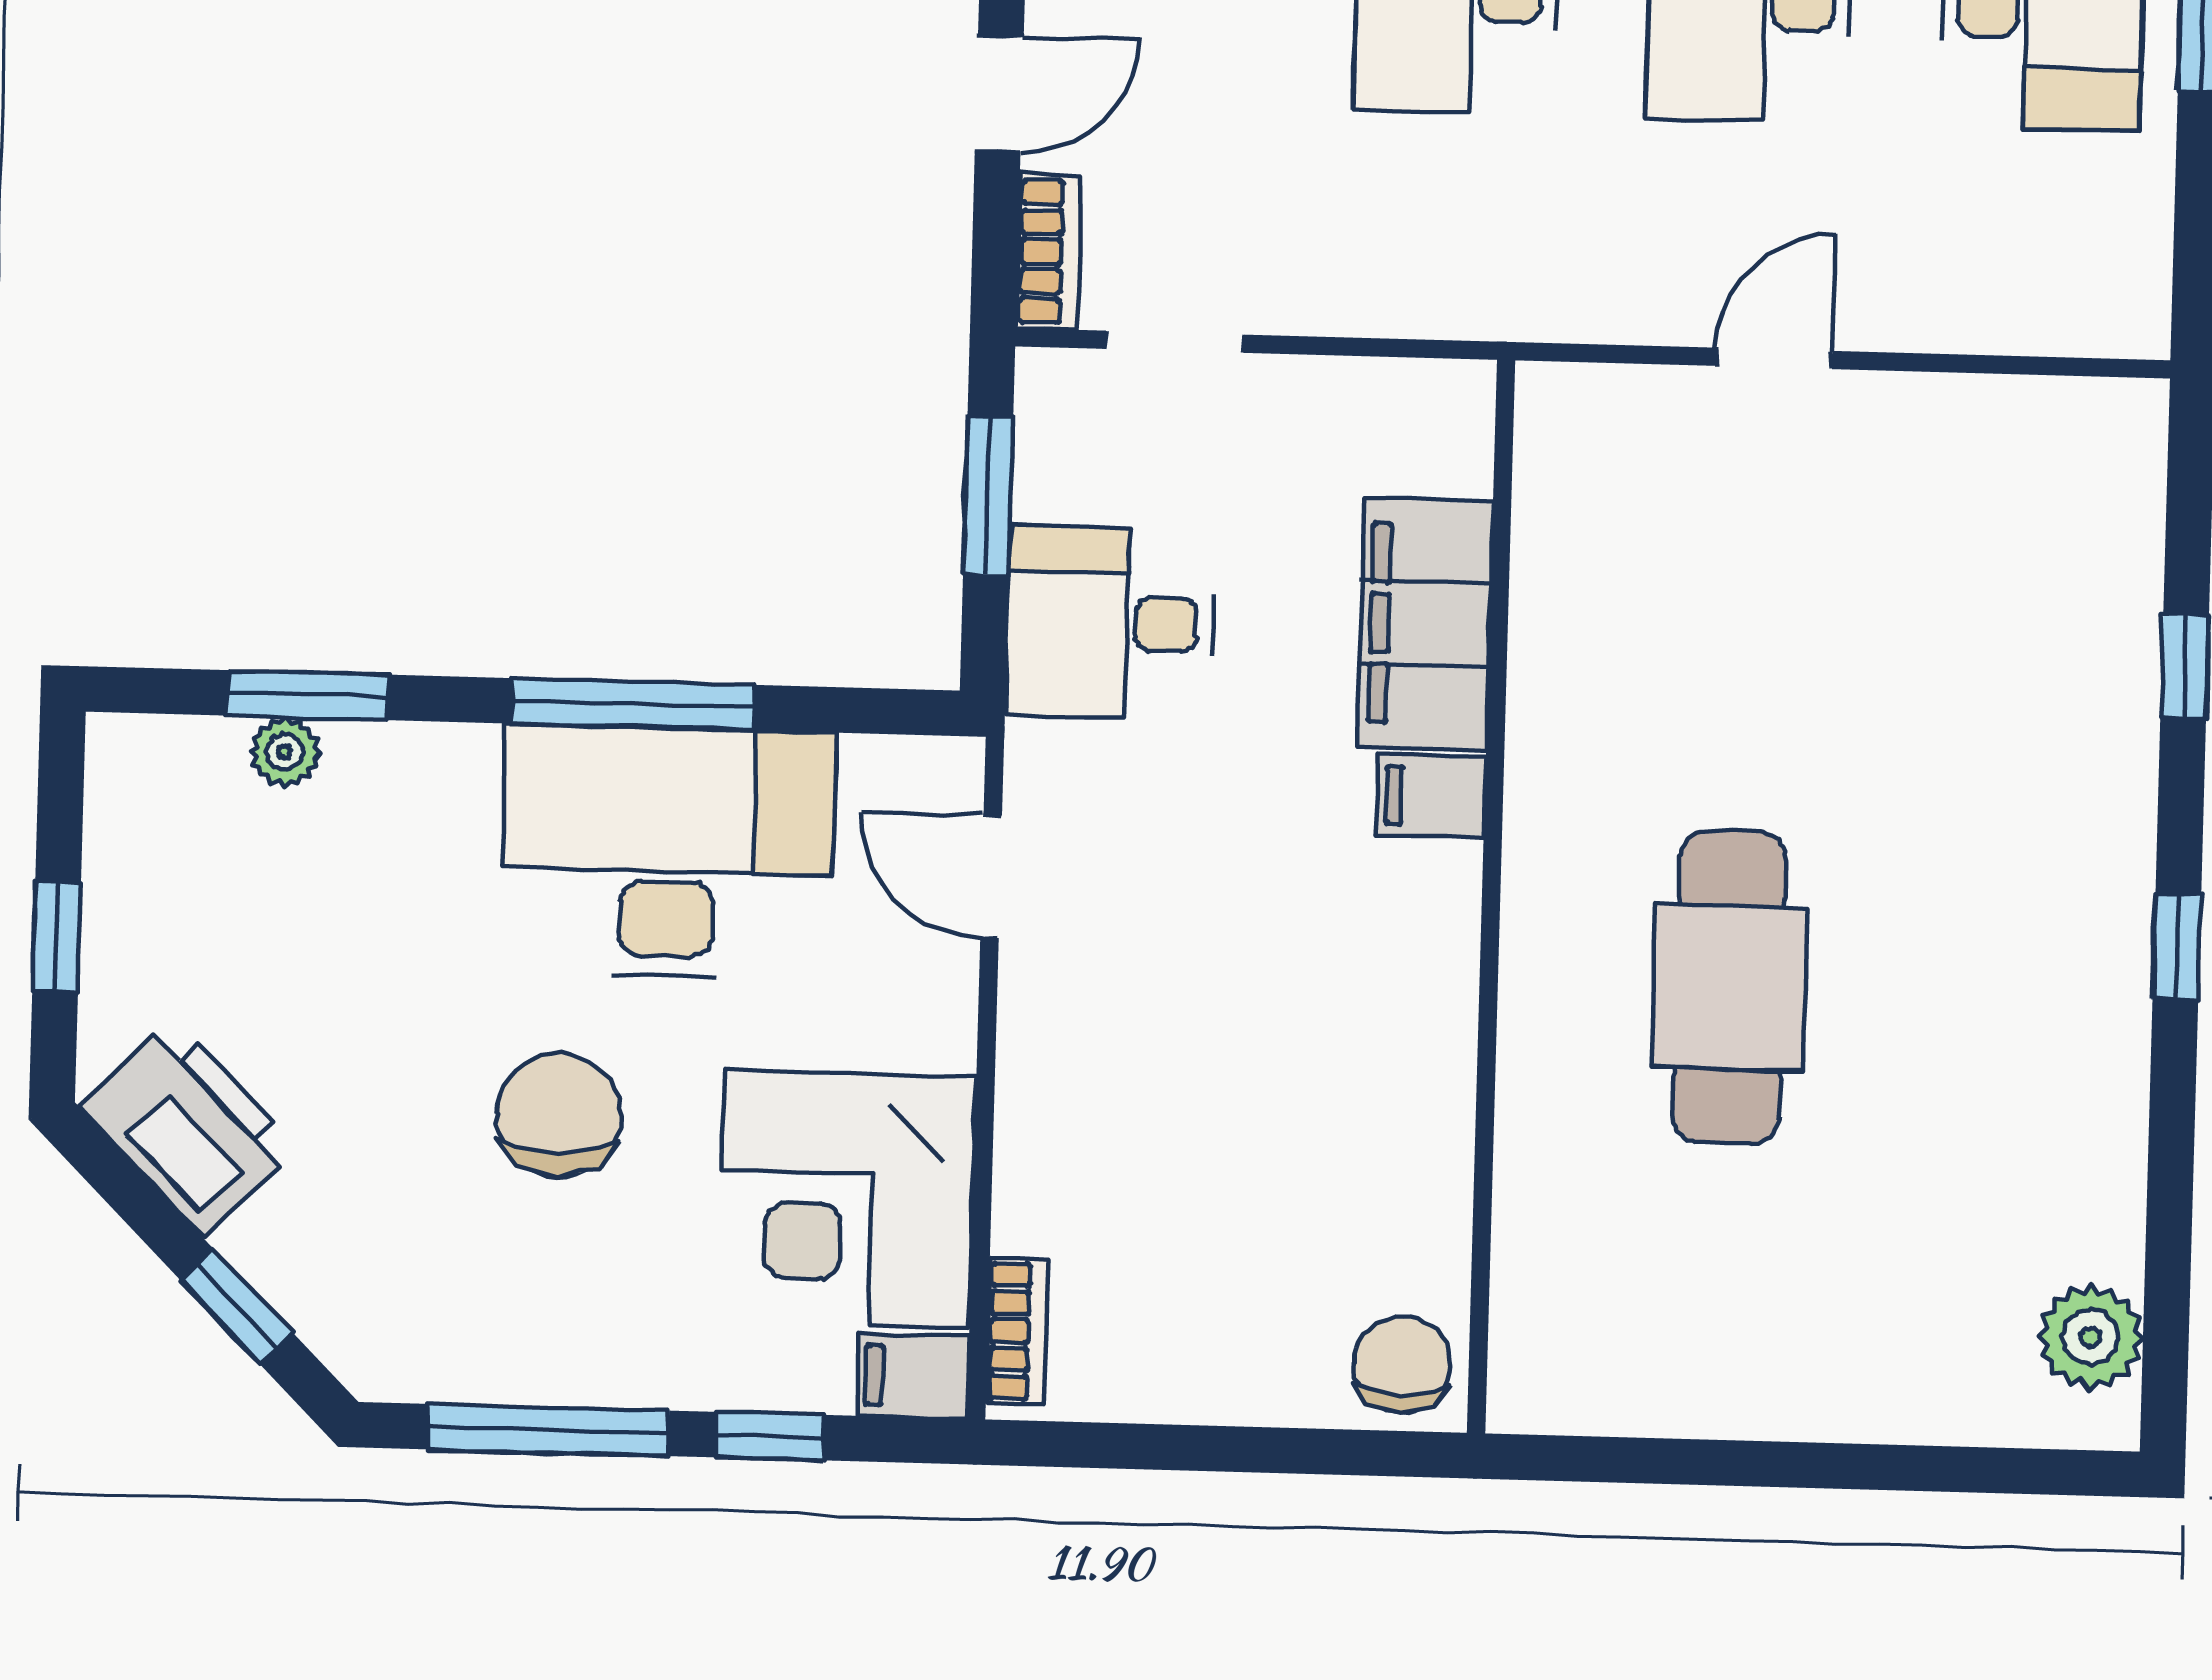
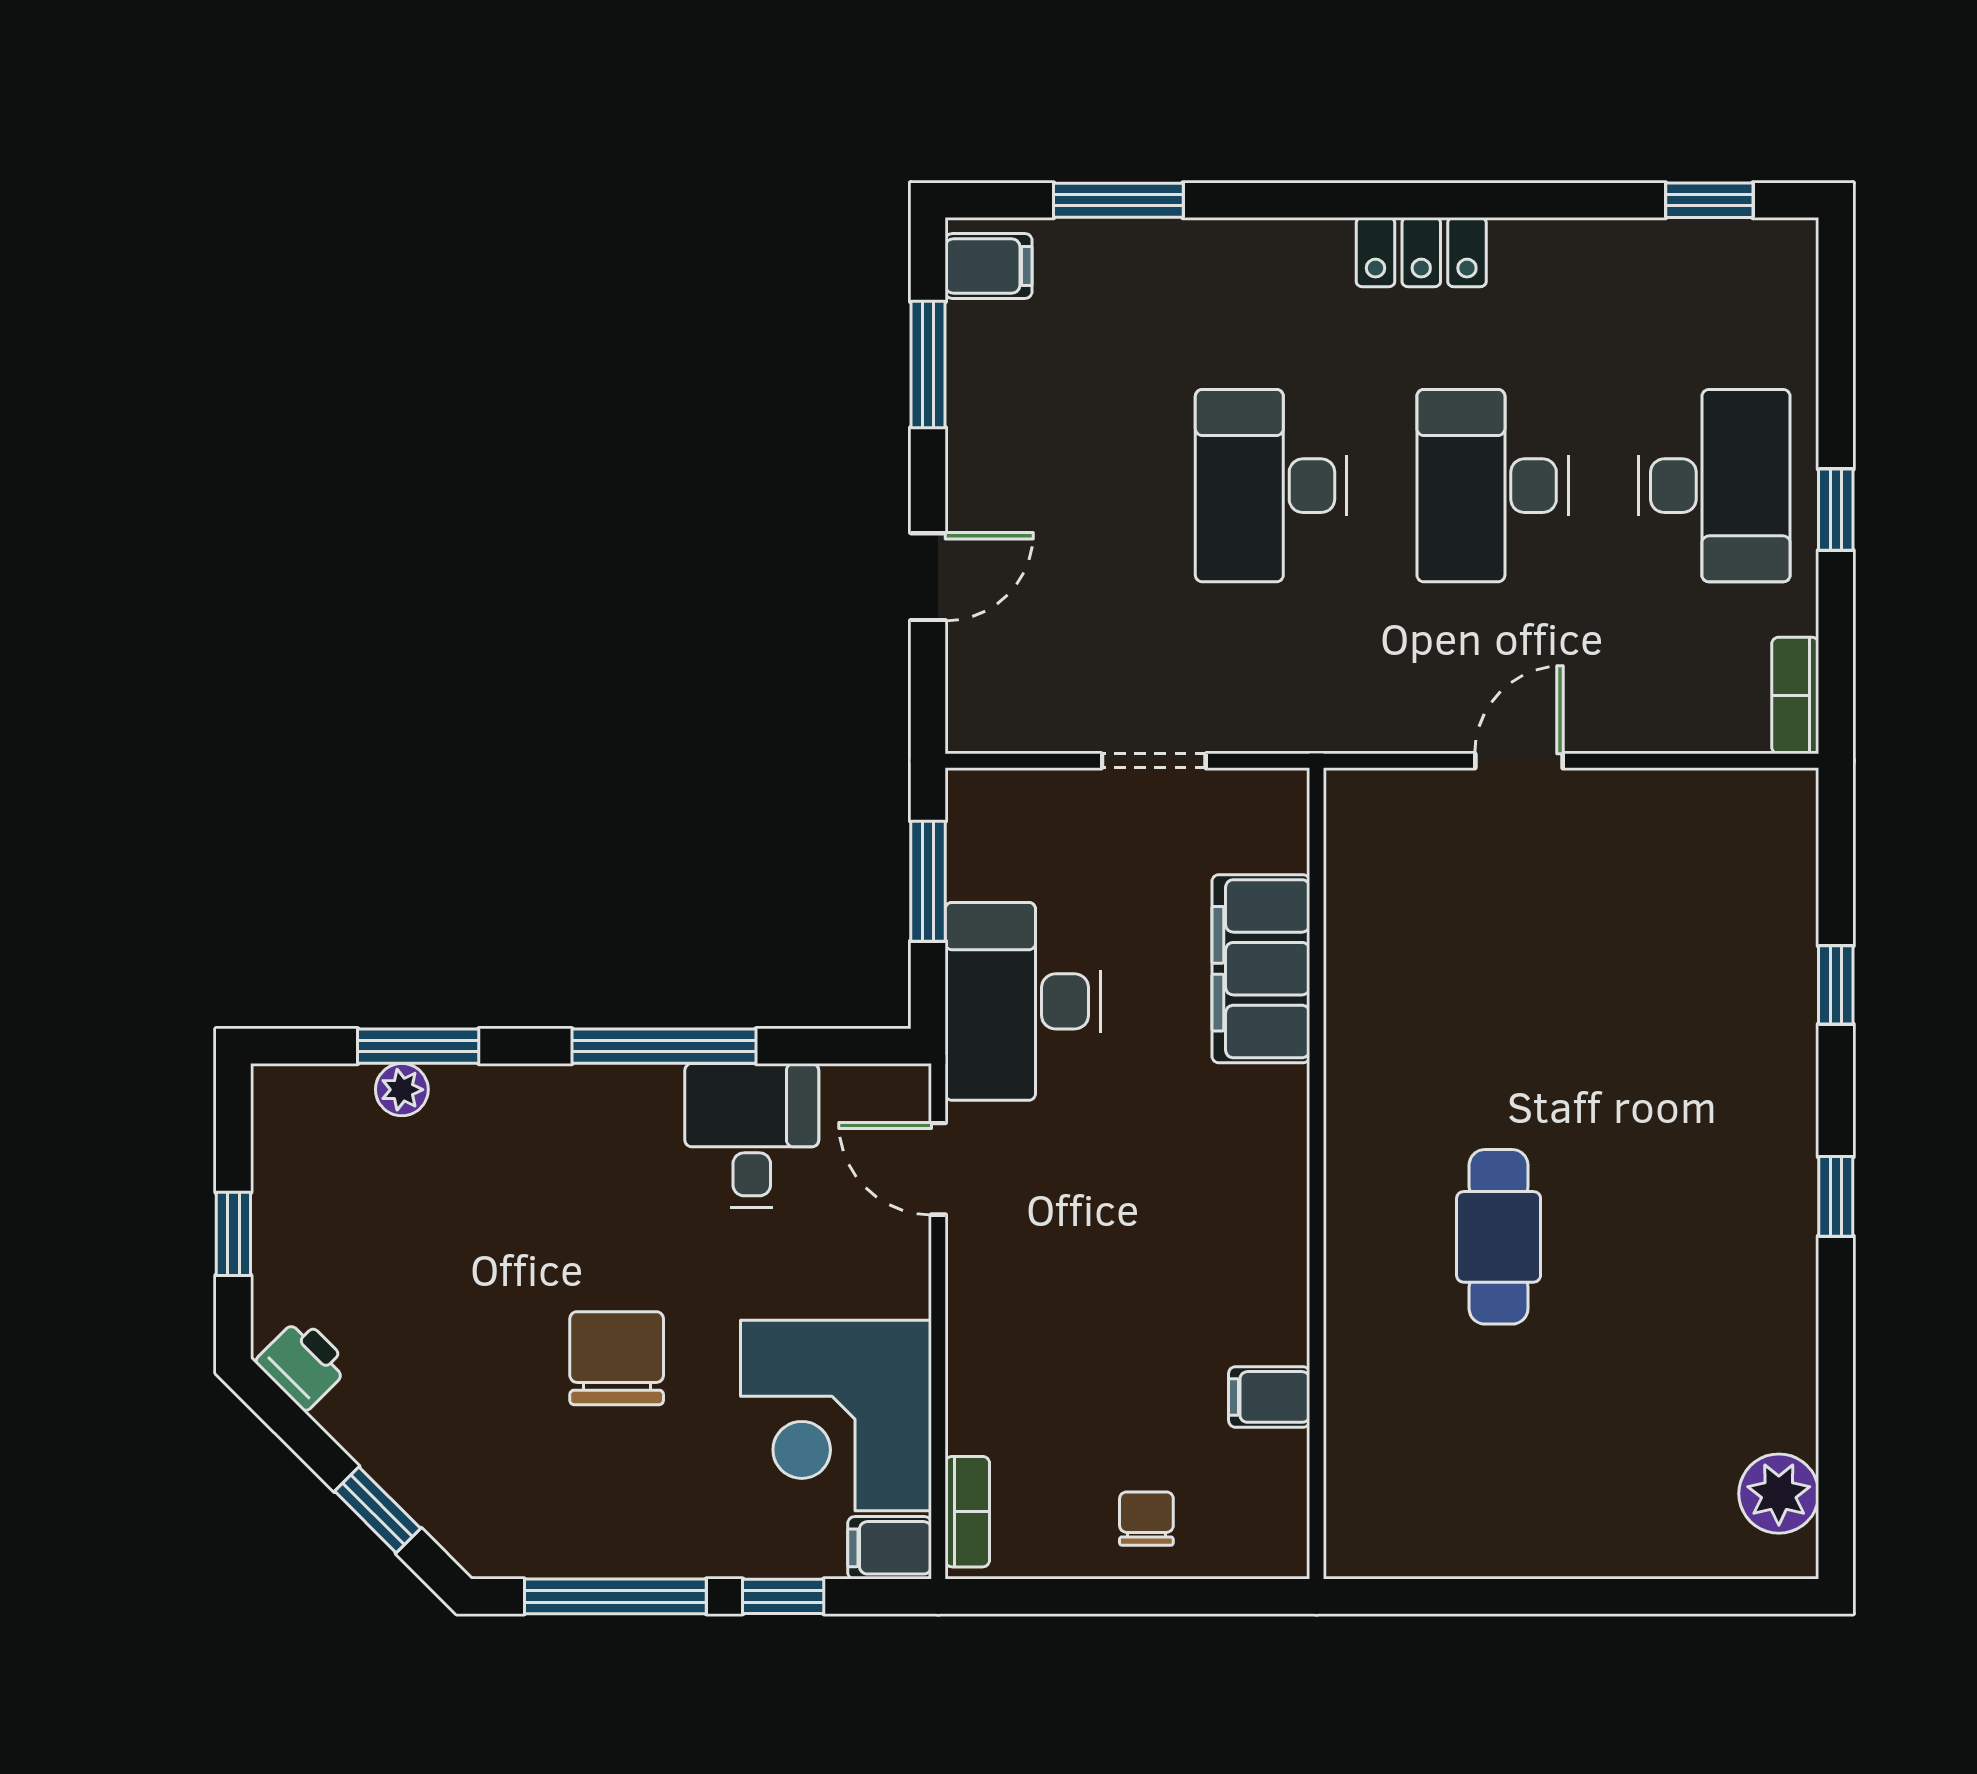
bookcase: (1049, 252) -> (1795, 695), moved, turned 180
doorway: (1175, 342) -> (1154, 761), moved
desk: (1110, 623) -> (1023, 1001), width x1.37
filing cabinet: (1431, 796) -> (1269, 1397), moved
desk: (668, 852) -> (752, 1135), width x0.53, depth x0.77
cafe table: (1729, 987) -> (1499, 1237), width x0.73, depth x0.74
printer: (188, 1127) -> (303, 1364), width x0.53, depth x0.68
chair: (1402, 1364) -> (1146, 1519), moved, width x0.73, depth x0.73

